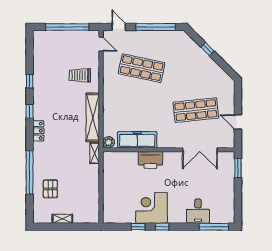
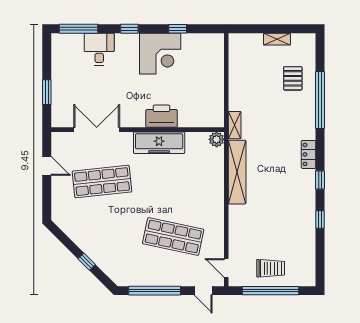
trolley: (80, 75) -> (271, 268), moved
freezer: (137, 140) -> (159, 143), moved
window: (238, 168) -> (47, 92), moved
window: (162, 227) -> (129, 29), moved

